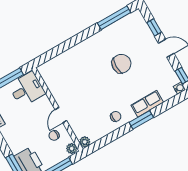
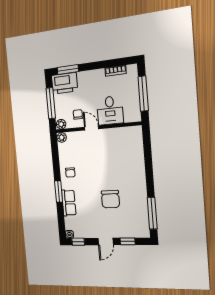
desk: (27, 89) -> (110, 110), moved

